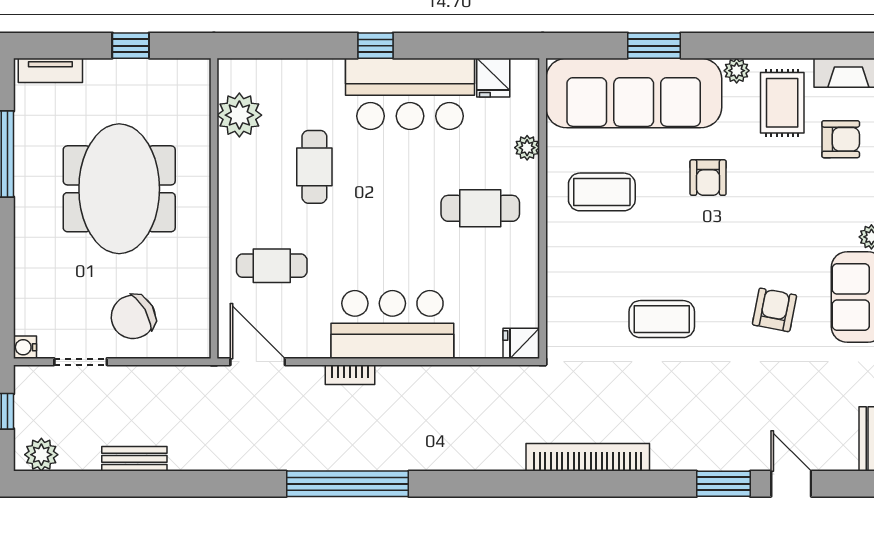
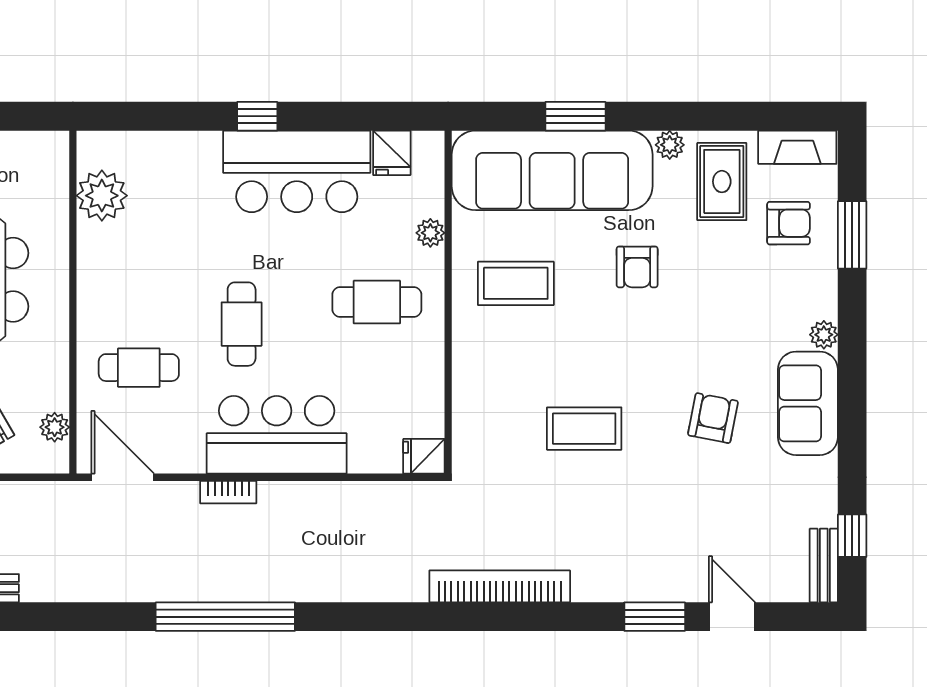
cafe table: (314, 167) -> (242, 324), moved
plant: (198, 318) -> (55, 427), added

